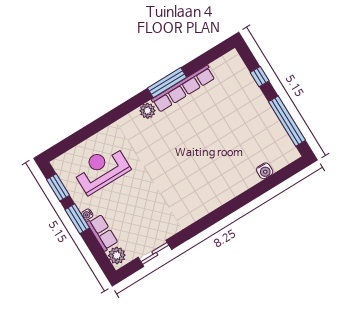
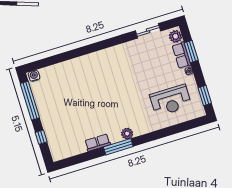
window: (167, 83) -> (118, 147), moved
row of seats: (183, 89) -> (98, 143), width x0.50
water cooler: (265, 171) -> (34, 76), moved
window: (77, 219) -> (191, 51), moved

